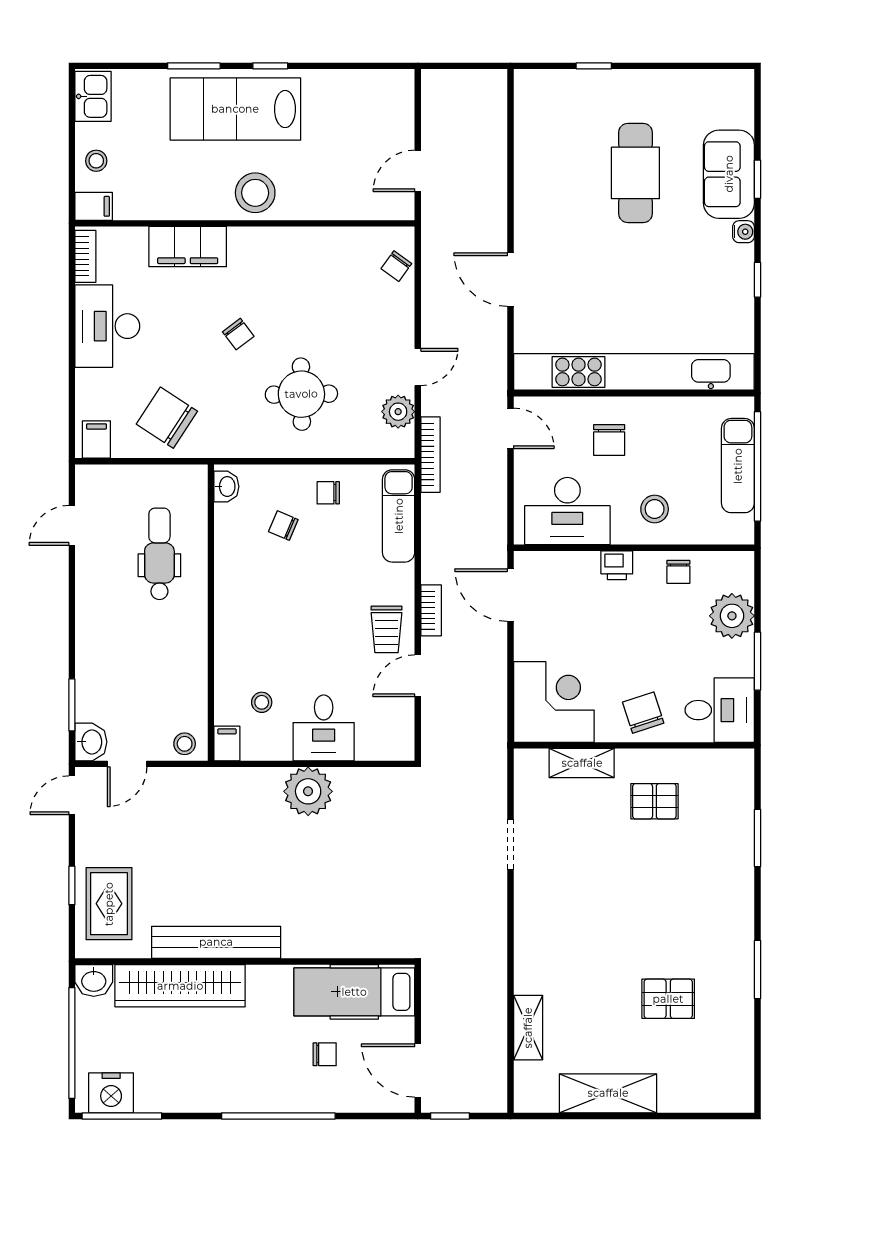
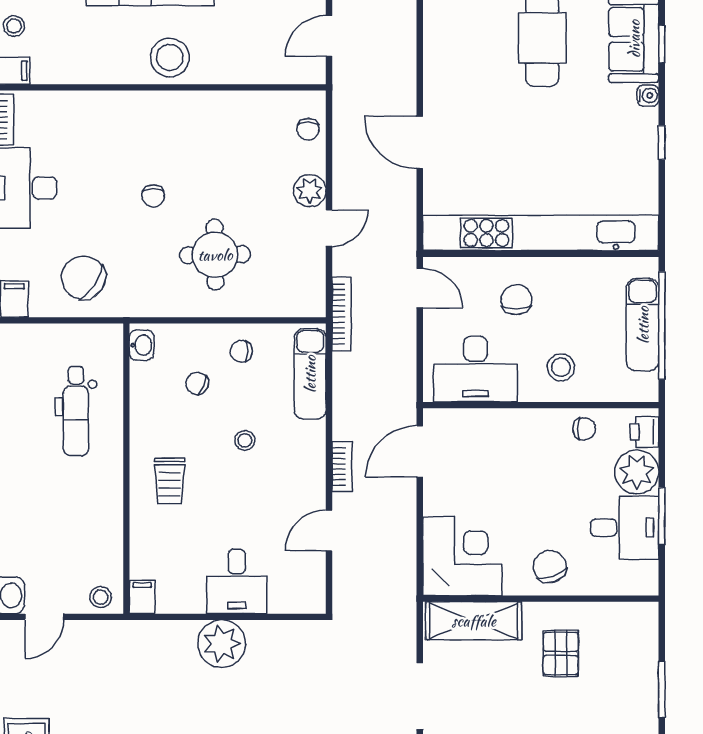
filing cabinet: (188, 247) -> (104, 110), removed
chair: (396, 266) -> (308, 129), turned -36
chair: (238, 334) -> (153, 196), turned 37
plant: (398, 412) -> (310, 191), moved
chair: (609, 440) -> (516, 300), turned 180
dental chair: (159, 554) -> (76, 411), turned 180
printer: (617, 565) -> (645, 432), moved, turned 90
chair: (678, 572) -> (584, 429), turned -90
door: (510, 595) -> (420, 451), hinge flipped
trolley: (387, 629) -> (170, 481), moved
stool: (262, 702) -> (245, 440), moved
desk: (720, 710) -> (625, 528), moved
shelving: (582, 763) -> (474, 621), width x1.50, depth x1.33
pallet: (654, 801) -> (561, 653), turned 90
doorway: (510, 845) -> (420, 696), width x1.38

